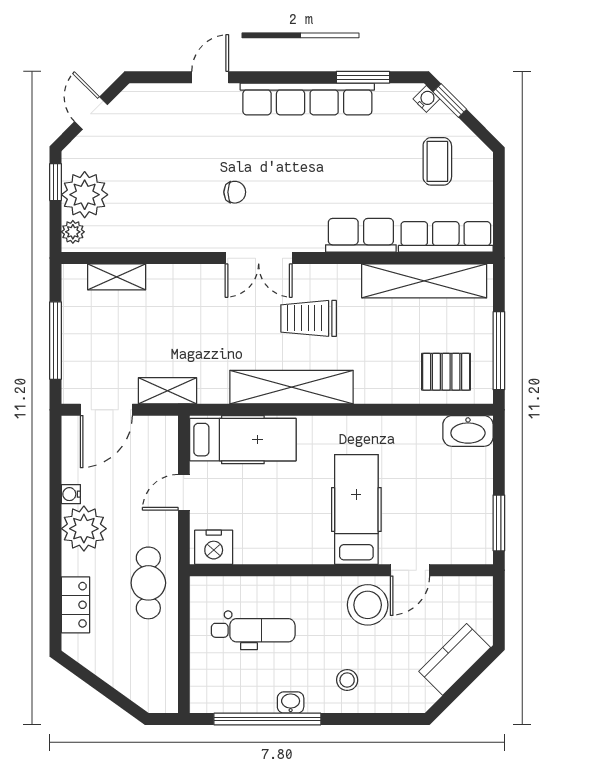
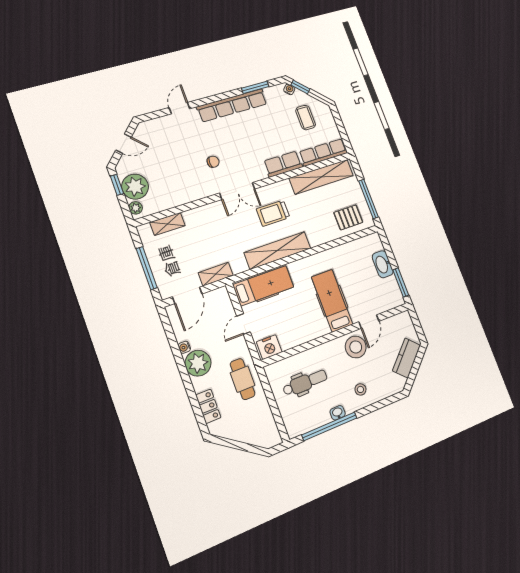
door: (91, 113) -> (124, 144), swing flipped
washbasin: (468, 431) -> (383, 264), moved, turned 90

